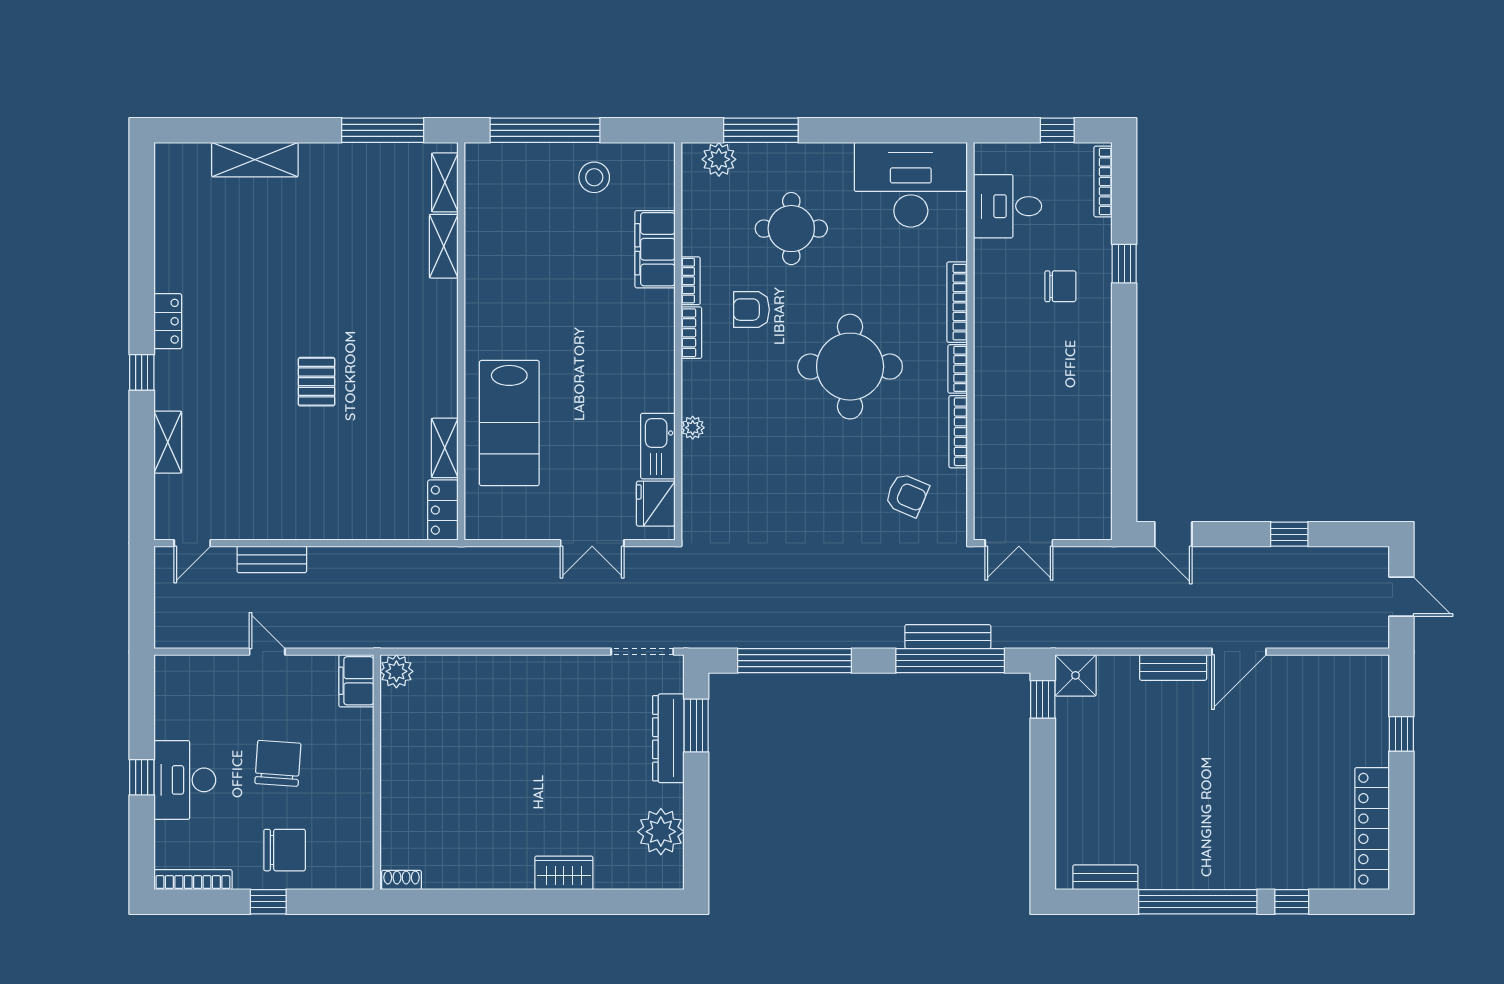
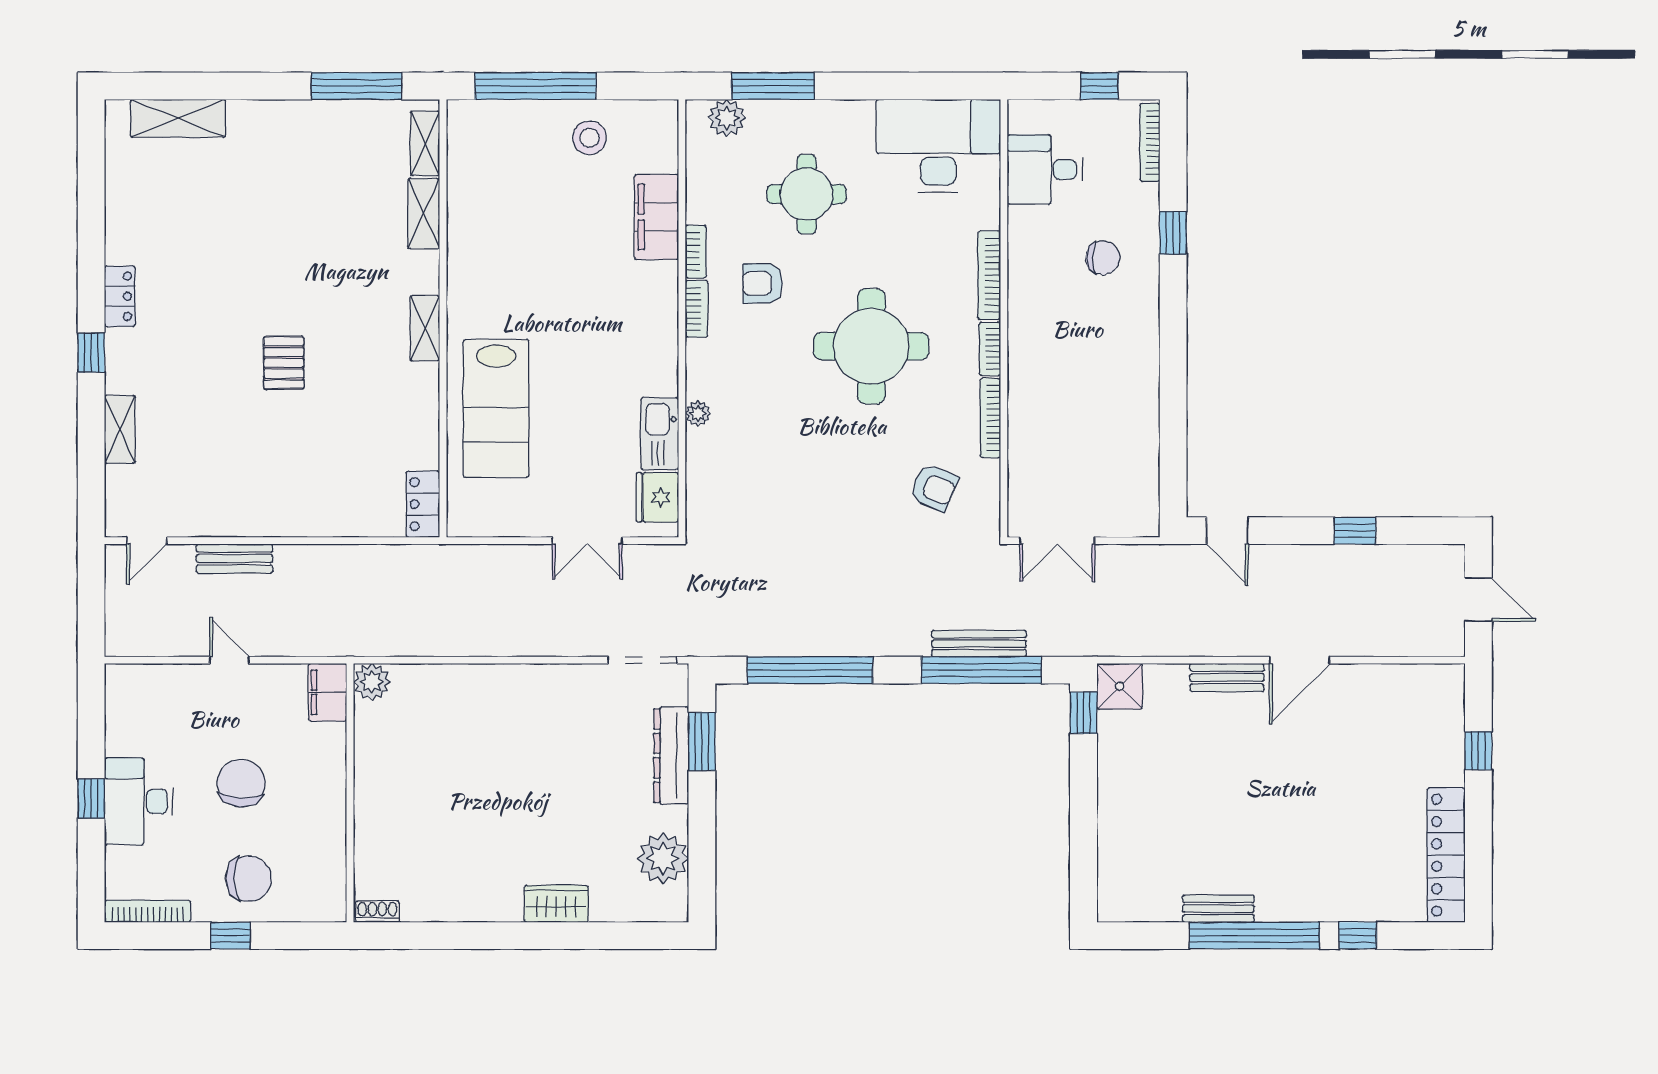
shelving: (255, 160) -> (178, 118), moved
shelving: (445, 448) -> (425, 328), moved
bench: (1105, 877) -> (1218, 909), moved

